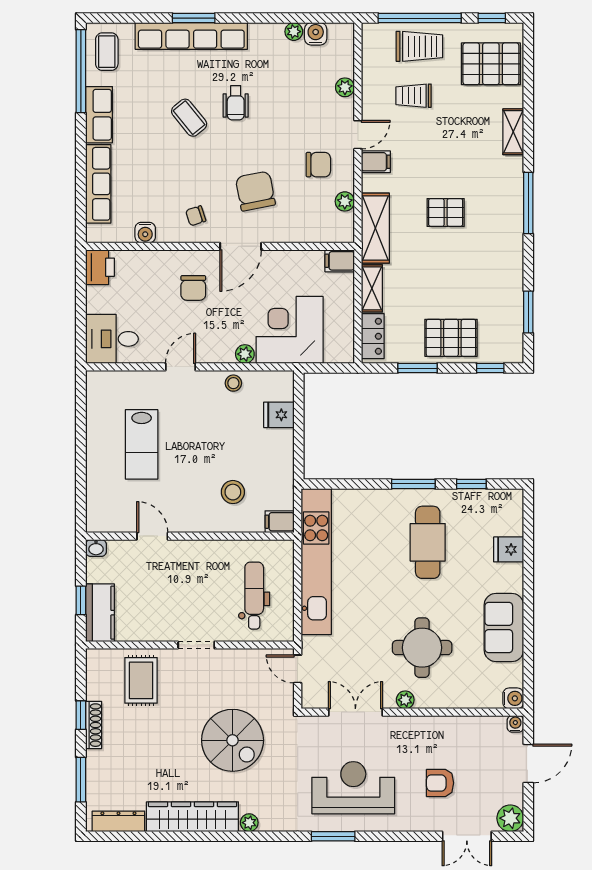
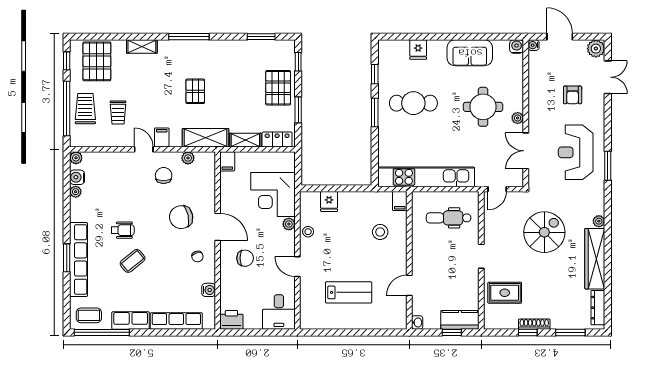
plant: (345, 87) -> (76, 158), moved

